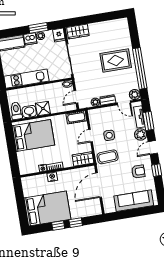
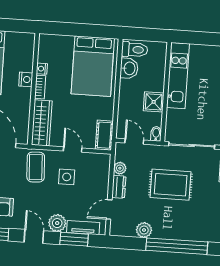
rug: (116, 60) -> (171, 185), moved, turned 90
window: (140, 68) -> (177, 246), moved
plant: (135, 95) -> (144, 230), moved
shower: (43, 108) -> (154, 102), moved
wardrobe: (83, 159) -> (42, 123), width x1.50

